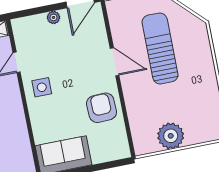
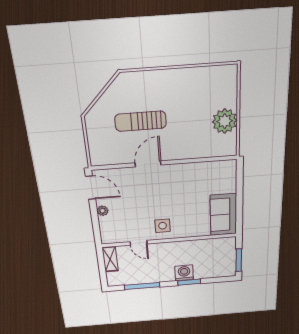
sun lounger: (160, 48) -> (141, 121), width x0.73, depth x0.75
armchair: (102, 108) -> (188, 180), removed

